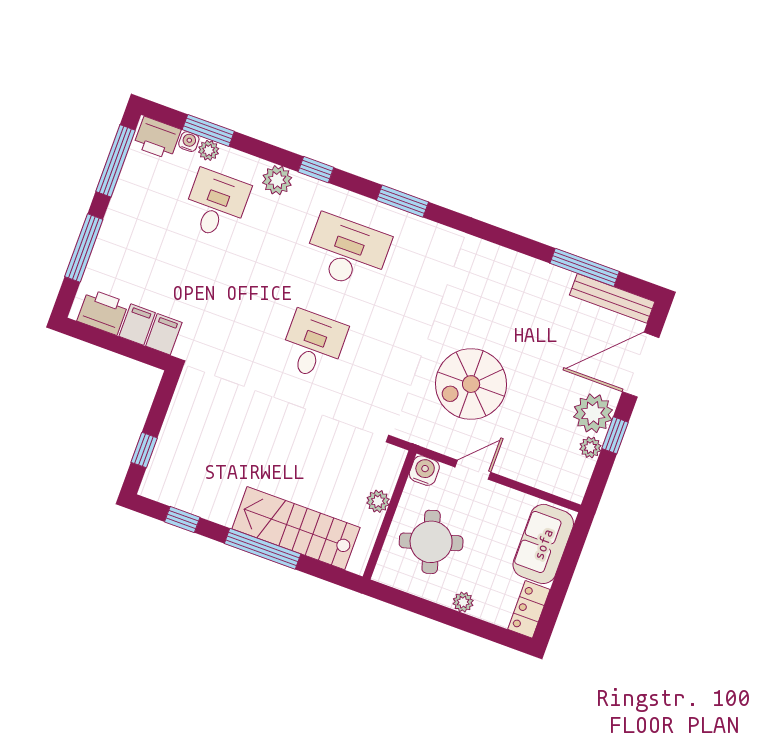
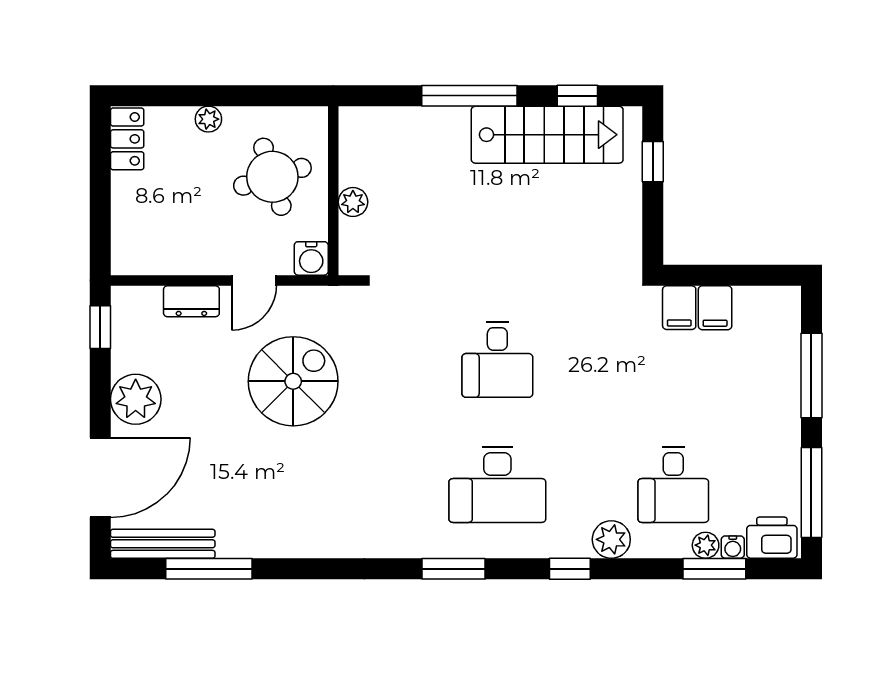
printer: (103, 312) -> (761, 308), removed
window: (615, 435) -> (100, 327), moved
plant: (590, 447) -> (124, 358), removed
dresser: (525, 471) -> (191, 301), added
stairs: (296, 528) -> (547, 135), moved
sofa: (543, 544) -> (138, 223), removed

